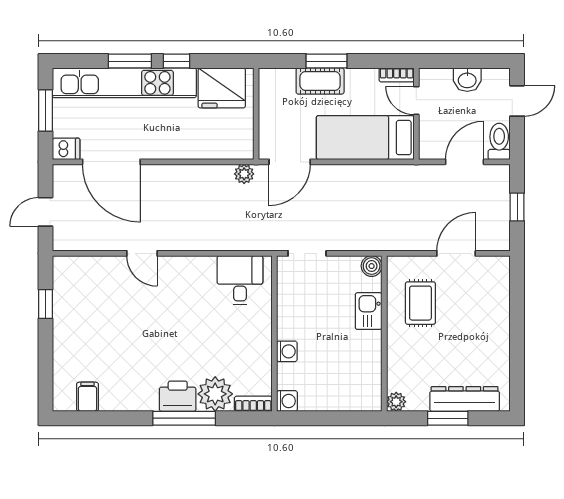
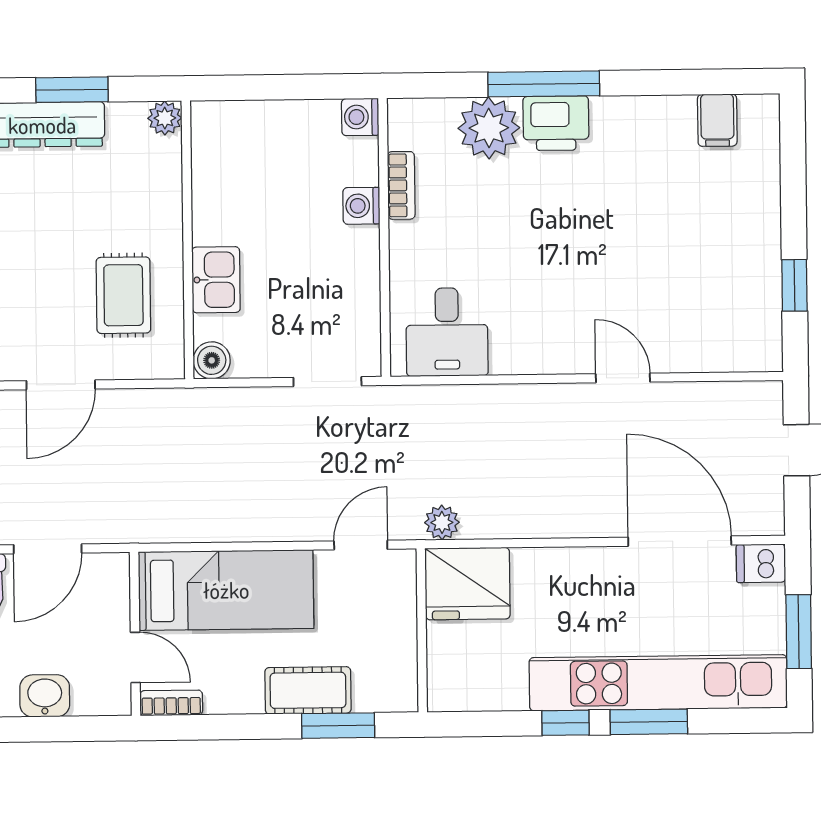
window: (326, 61) -> (338, 726), moved
fridge: (222, 88) -> (467, 584), moved, turned 180
door: (290, 162) -> (361, 545), width x0.73
bookcase: (253, 404) -> (401, 185), moved, turned -90

